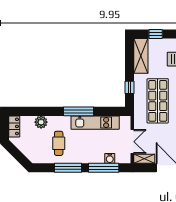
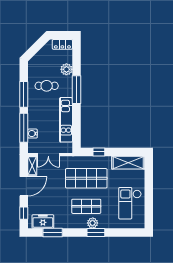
window: (156, 34) -> (149, 176), removed
window: (78, 111) -> (76, 90), moved

